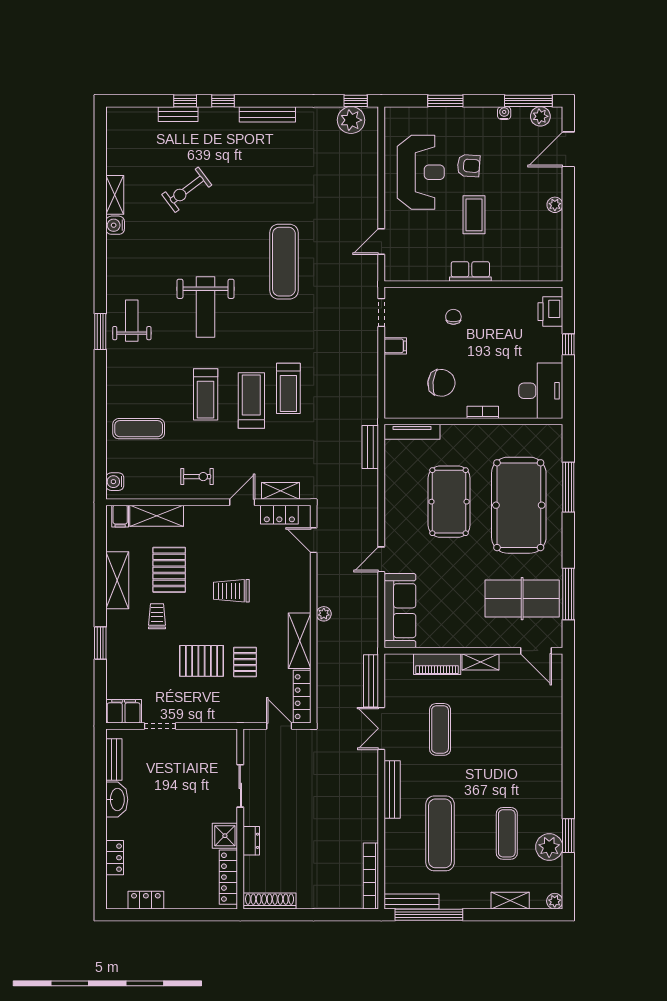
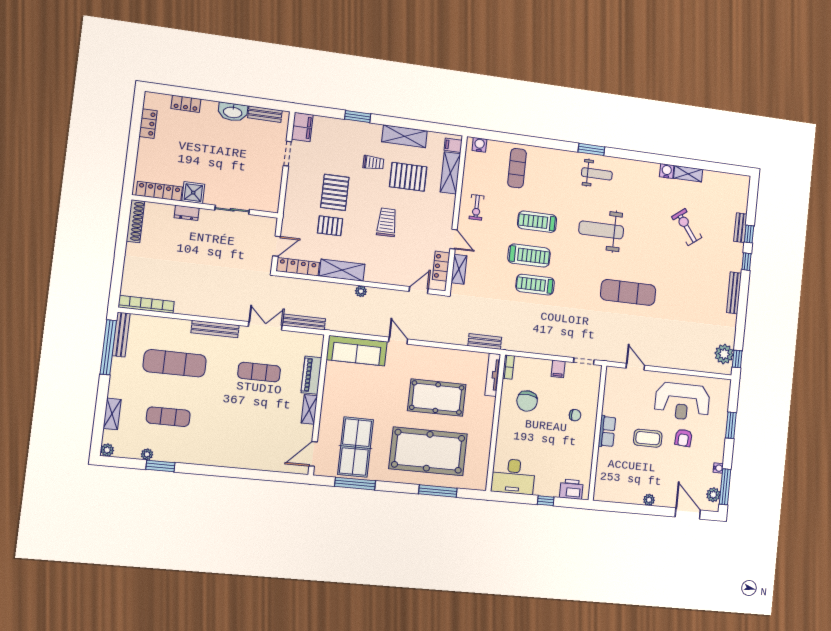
bookcase: (483, 412) -> (508, 367), moved
plant: (549, 847) -> (147, 454), width x0.53, depth x0.53

